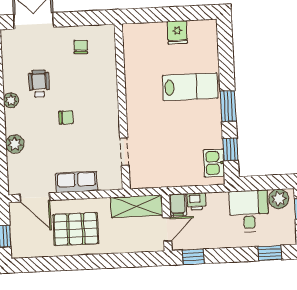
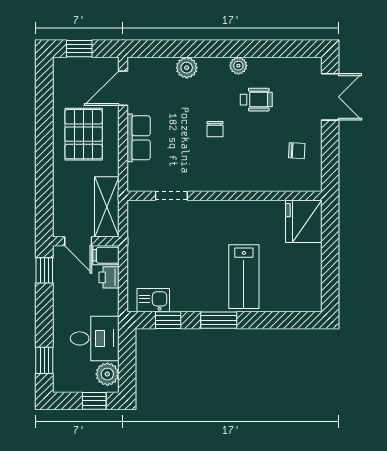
fridge: (177, 32) -> (304, 221), moved, width x1.88, depth x1.34

